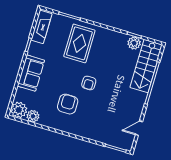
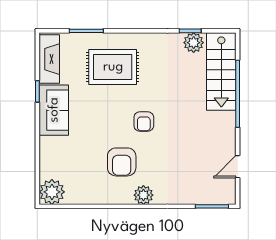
rug: (79, 43) -> (113, 67), turned 90
sofa: (31, 73) -> (54, 110), moved
armchair: (68, 104) -> (122, 162), turned 180
plant: (33, 116) -> (143, 195), moved

